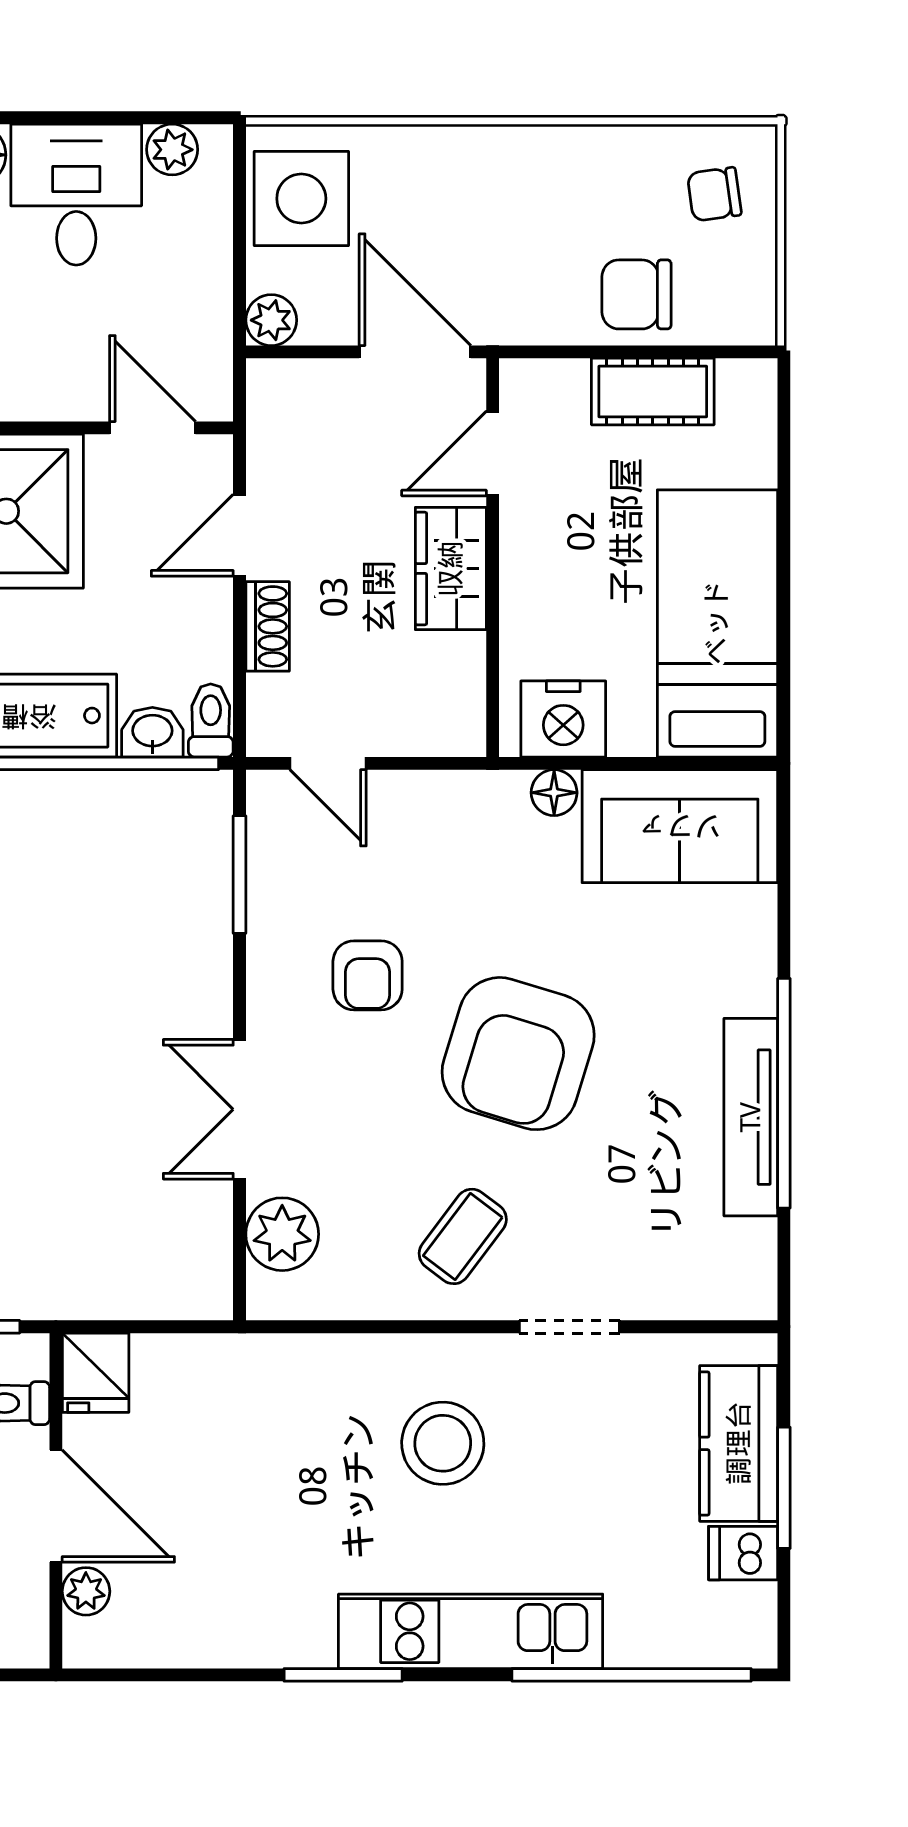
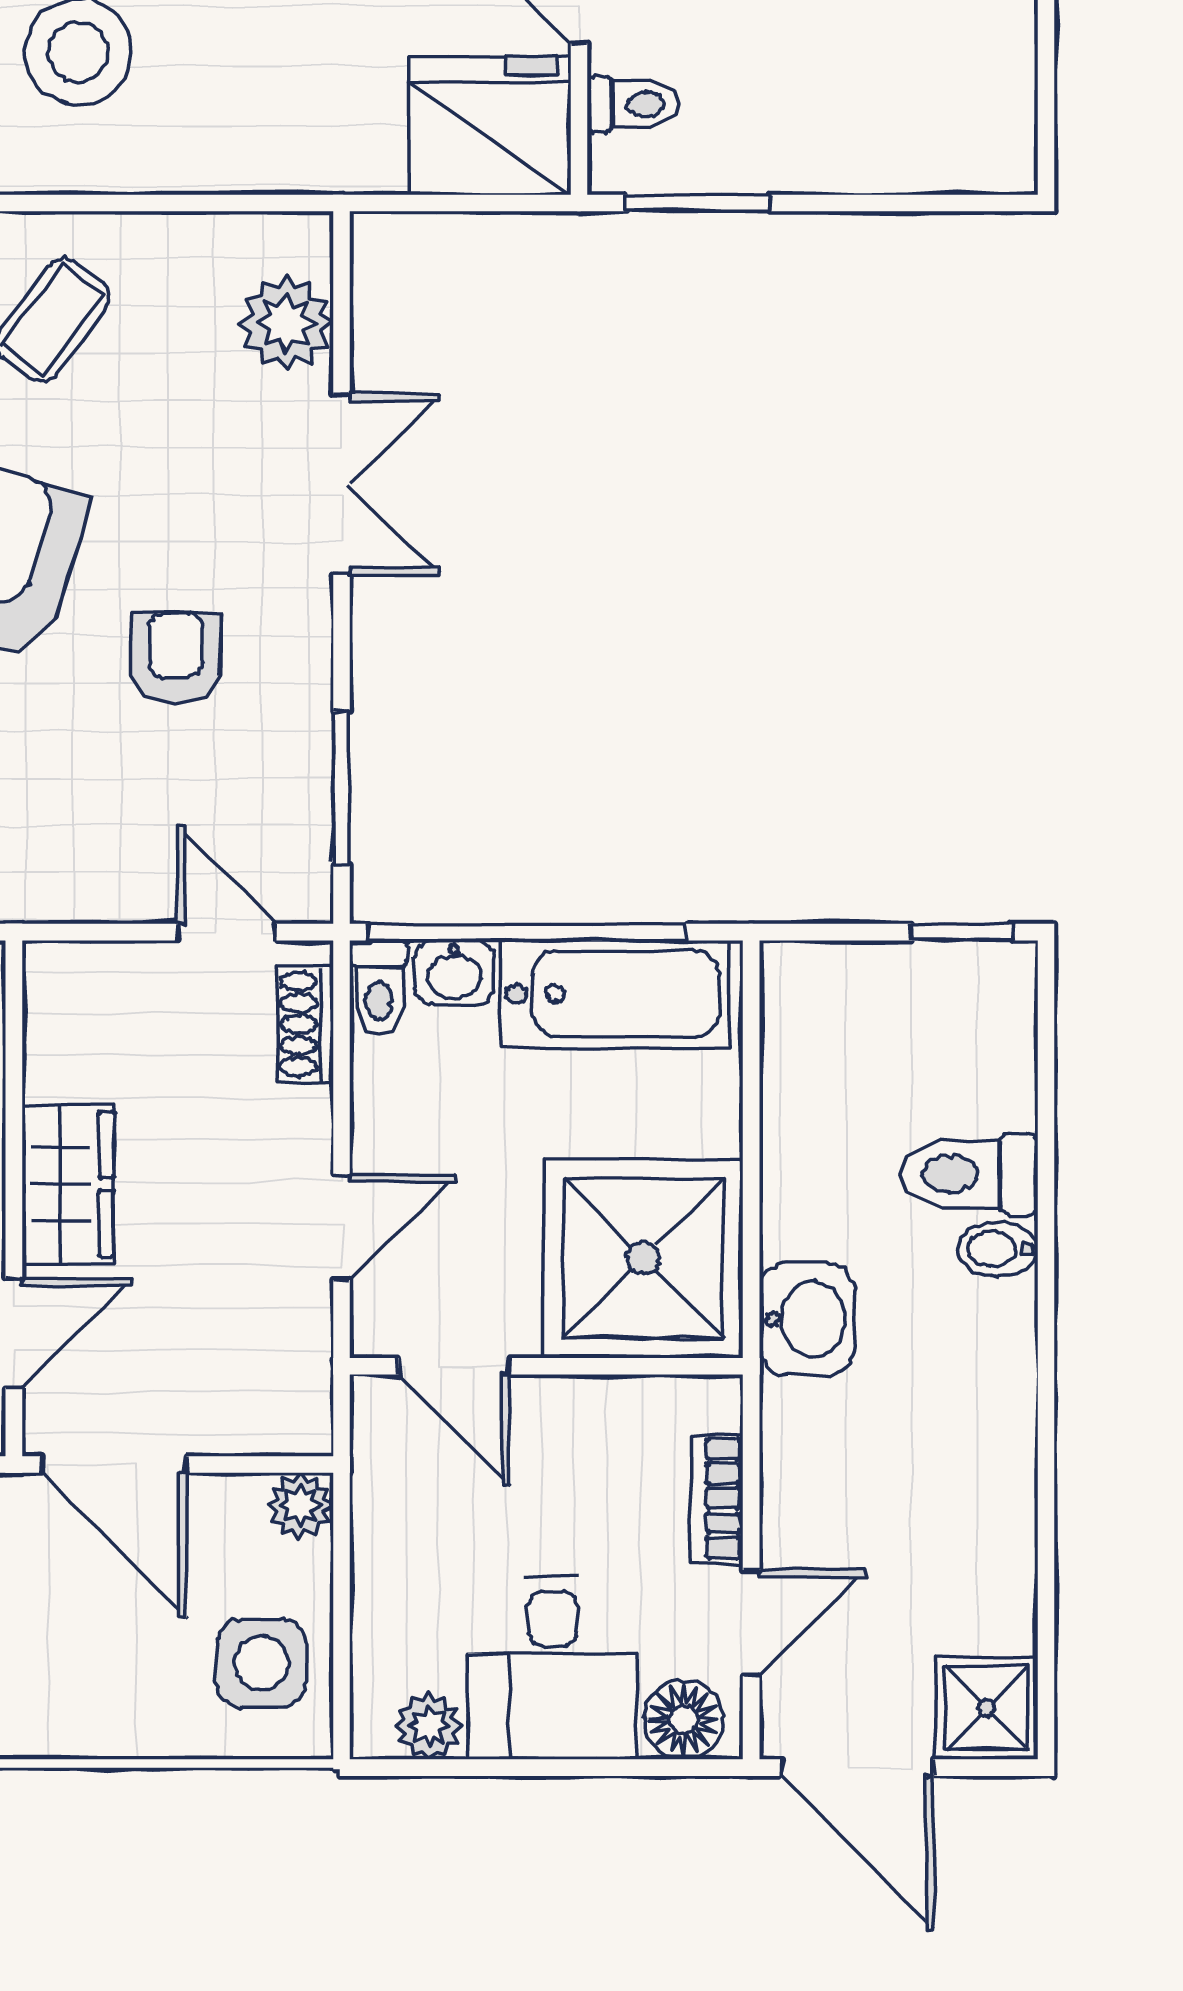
side table: (301, 199) -> (261, 1663), width x0.73, depth x0.73
shoe rack: (268, 626) -> (305, 1024), moved
fridge: (96, 1373) -> (490, 126), width x1.88, depth x1.34

